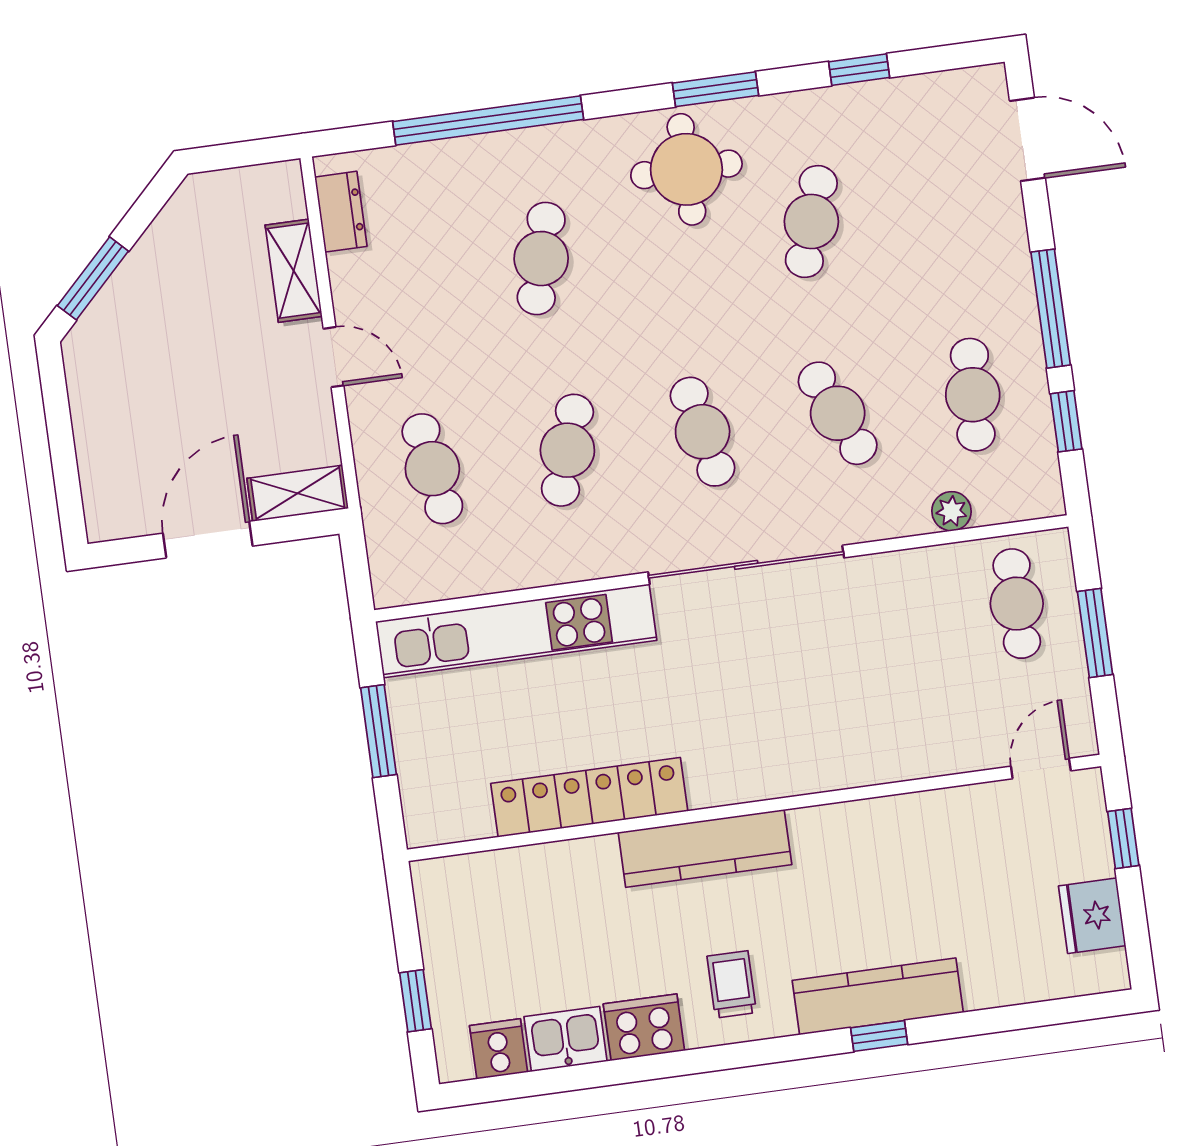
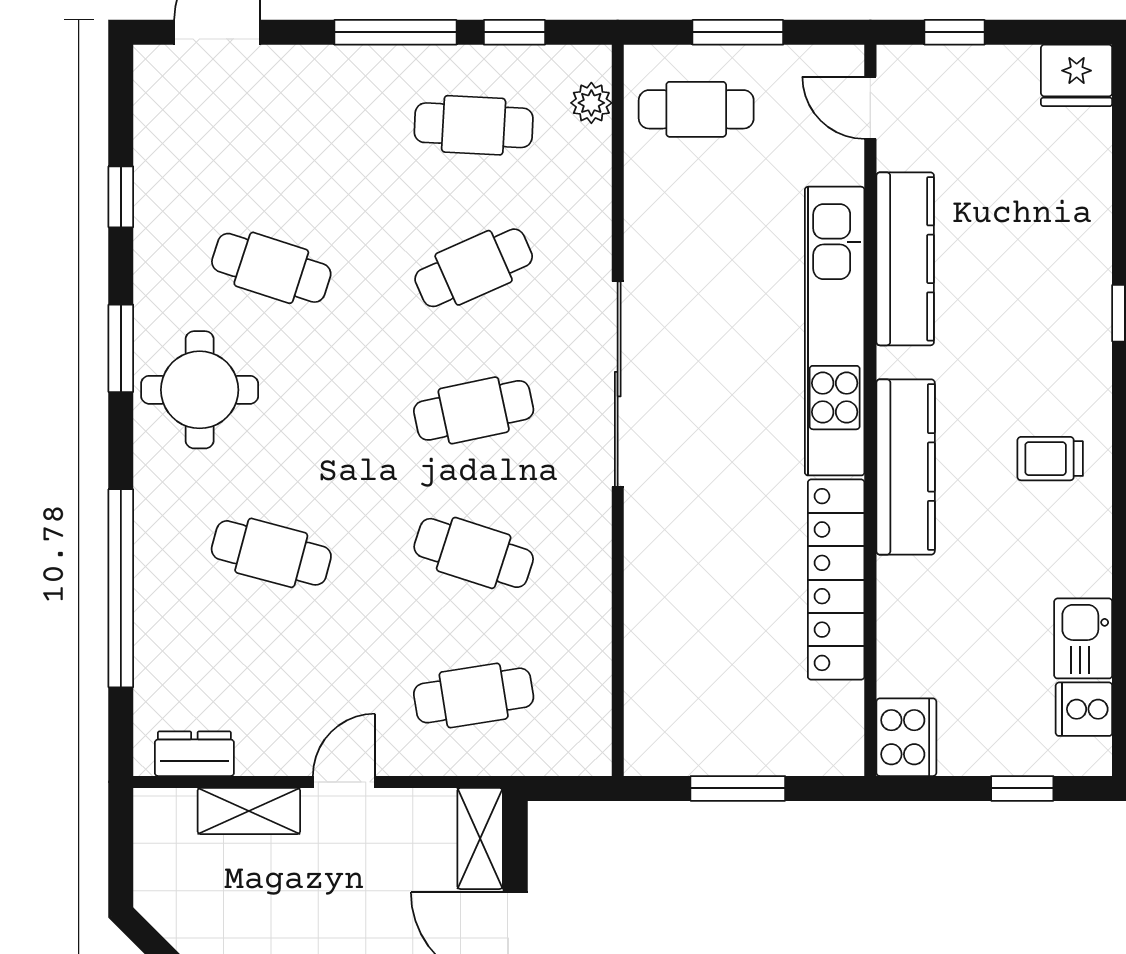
plant: (952, 511) -> (591, 103), moved
kitchen unit: (516, 631) -> (835, 331), moved, turned 180
fridge: (1092, 916) -> (1077, 75), moved
kitchen counter: (878, 996) -> (905, 259), moved, turned 180
cooker: (644, 1027) -> (906, 737), moved, turned 180

